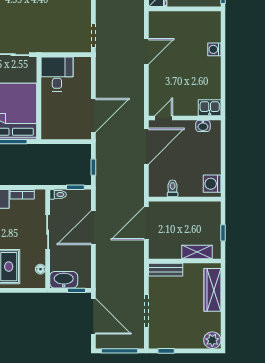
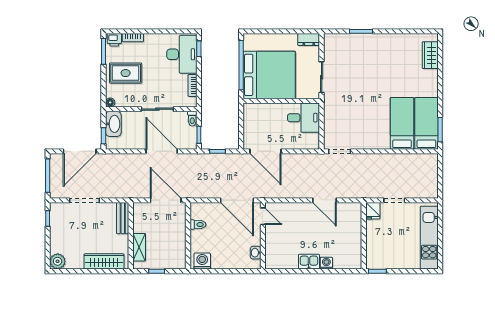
kitchen sink: (210, 108) -> (309, 262), moved, turned -90
floor lamp: (40, 269) -> (110, 102), moved

